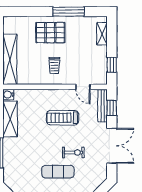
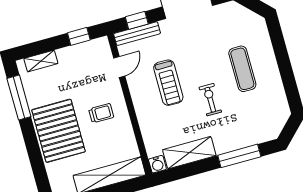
window: (69, 12) -> (19, 97), moved
pallet: (50, 33) -> (58, 131), width x1.37, depth x1.41
exercise bike: (73, 152) -> (210, 100), moved

